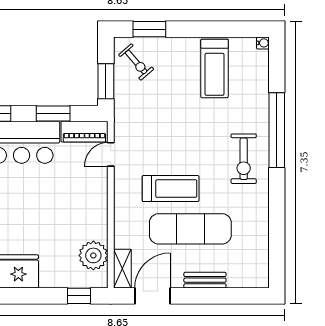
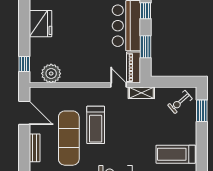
window: (106, 81) -> (167, 82), removed
shelving: (122, 269) -> (141, 93), moved

